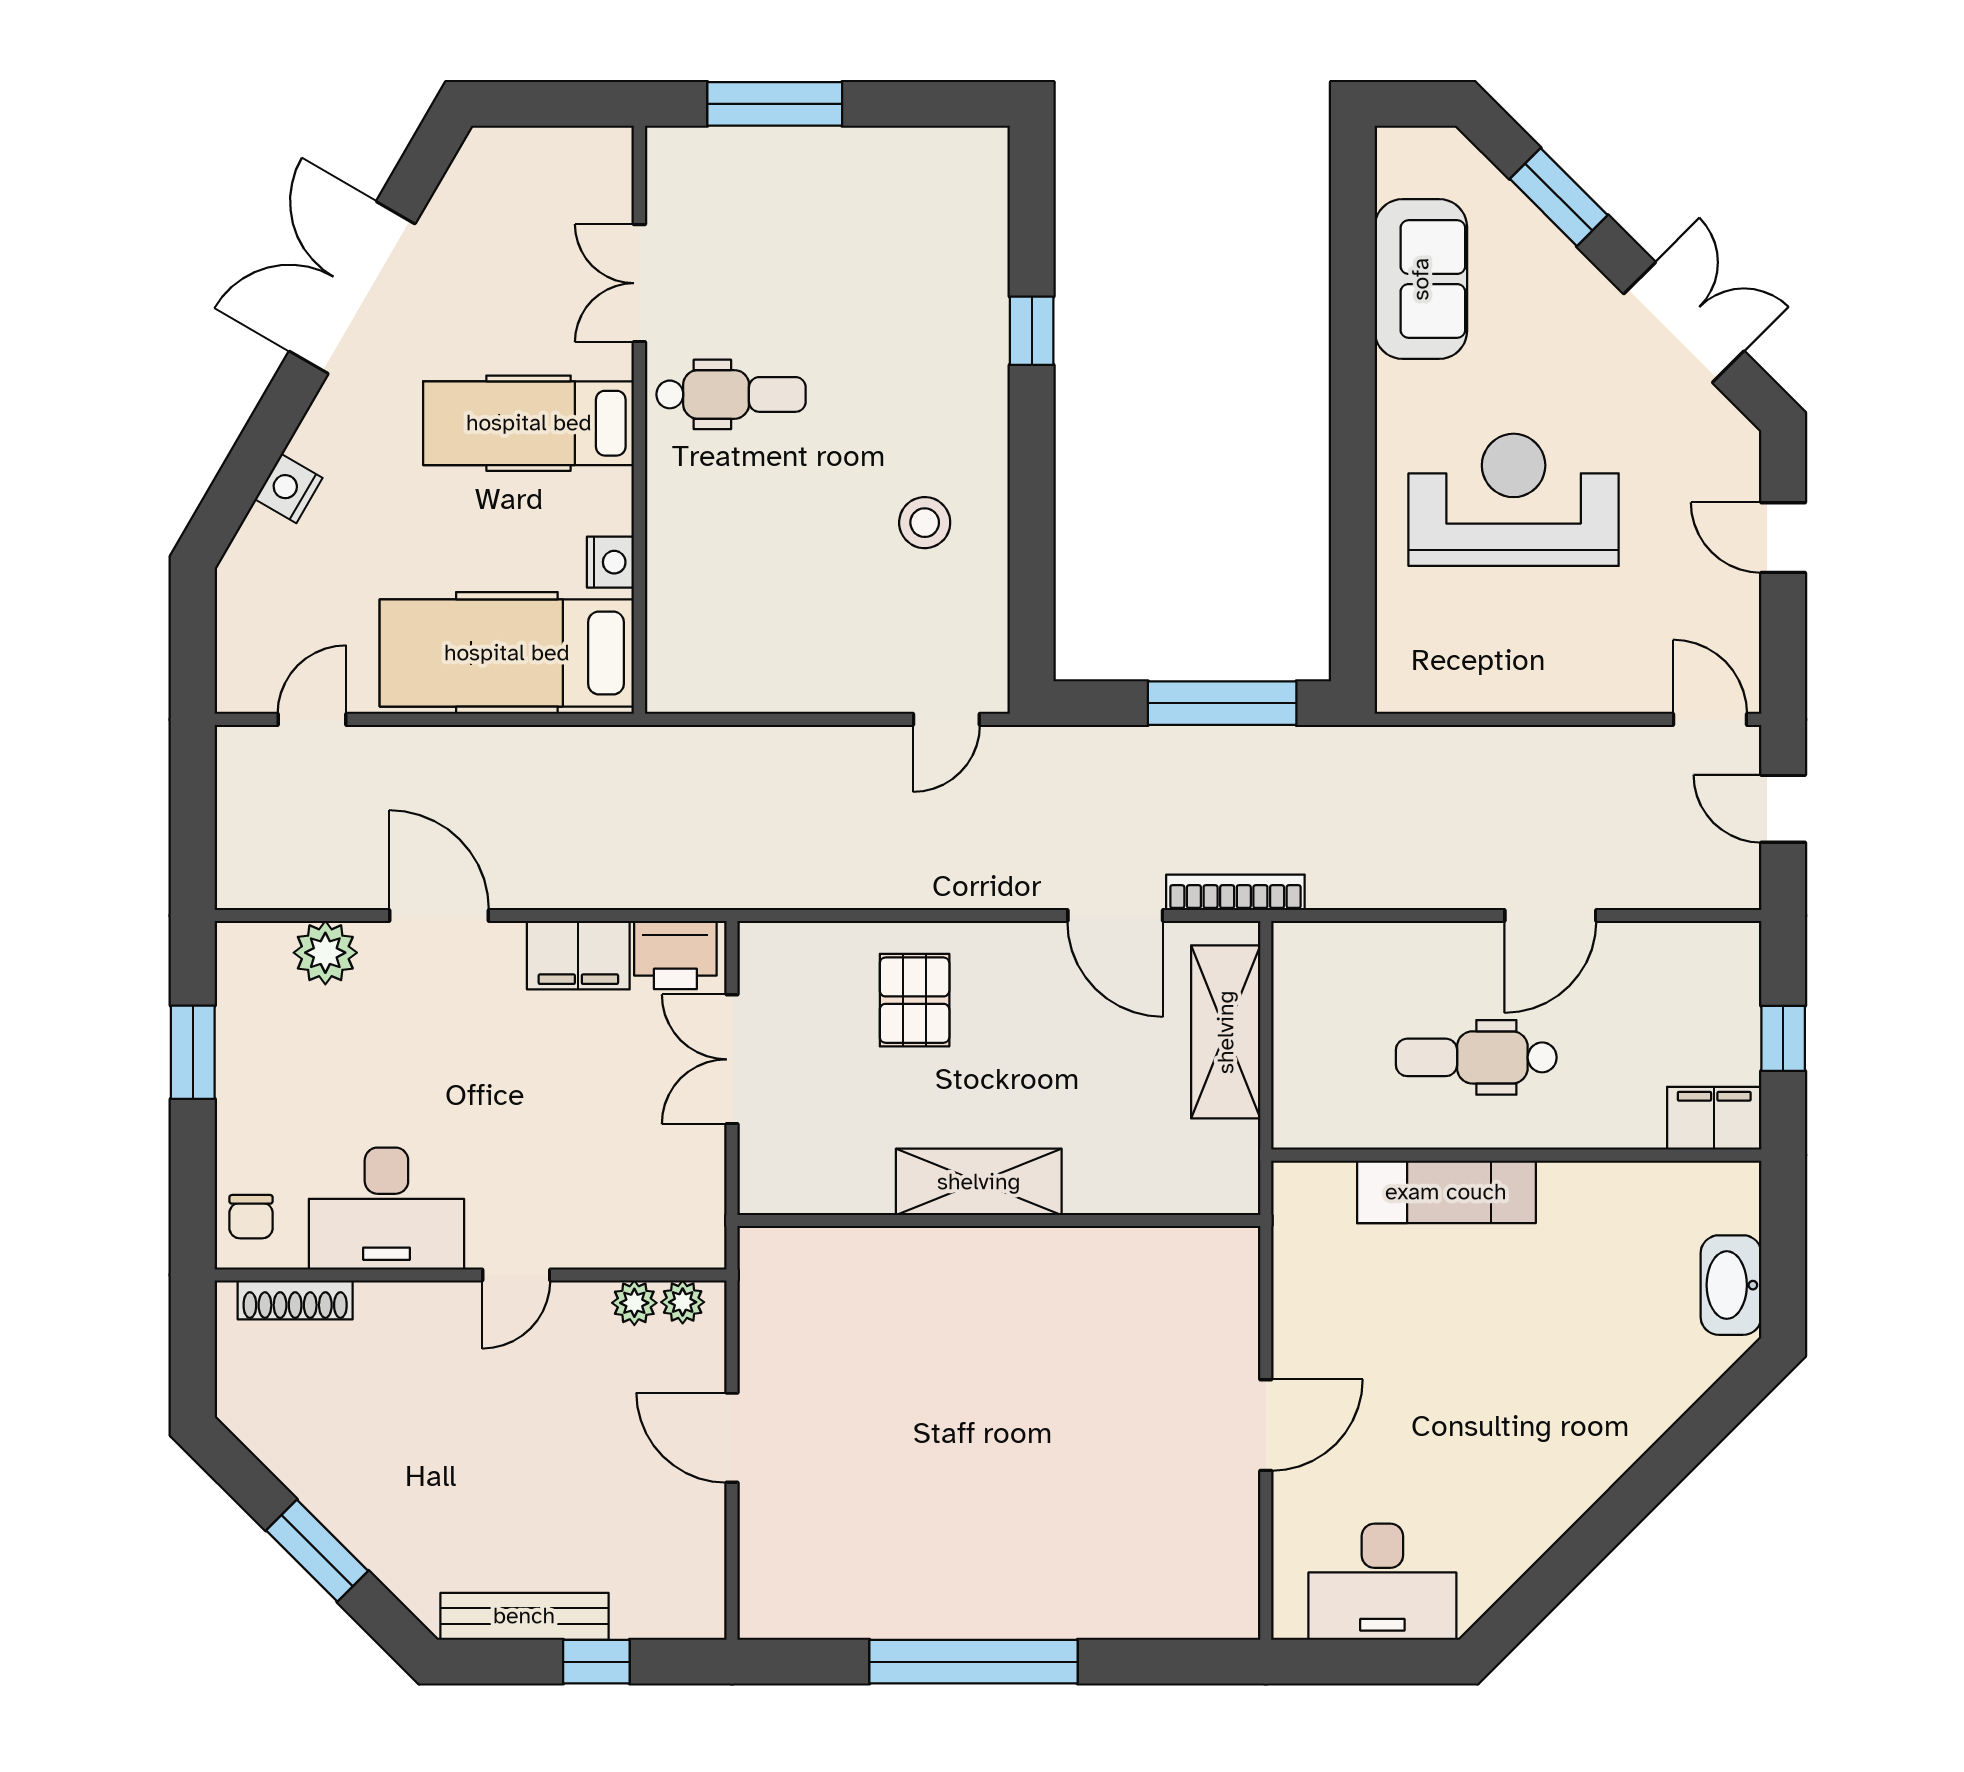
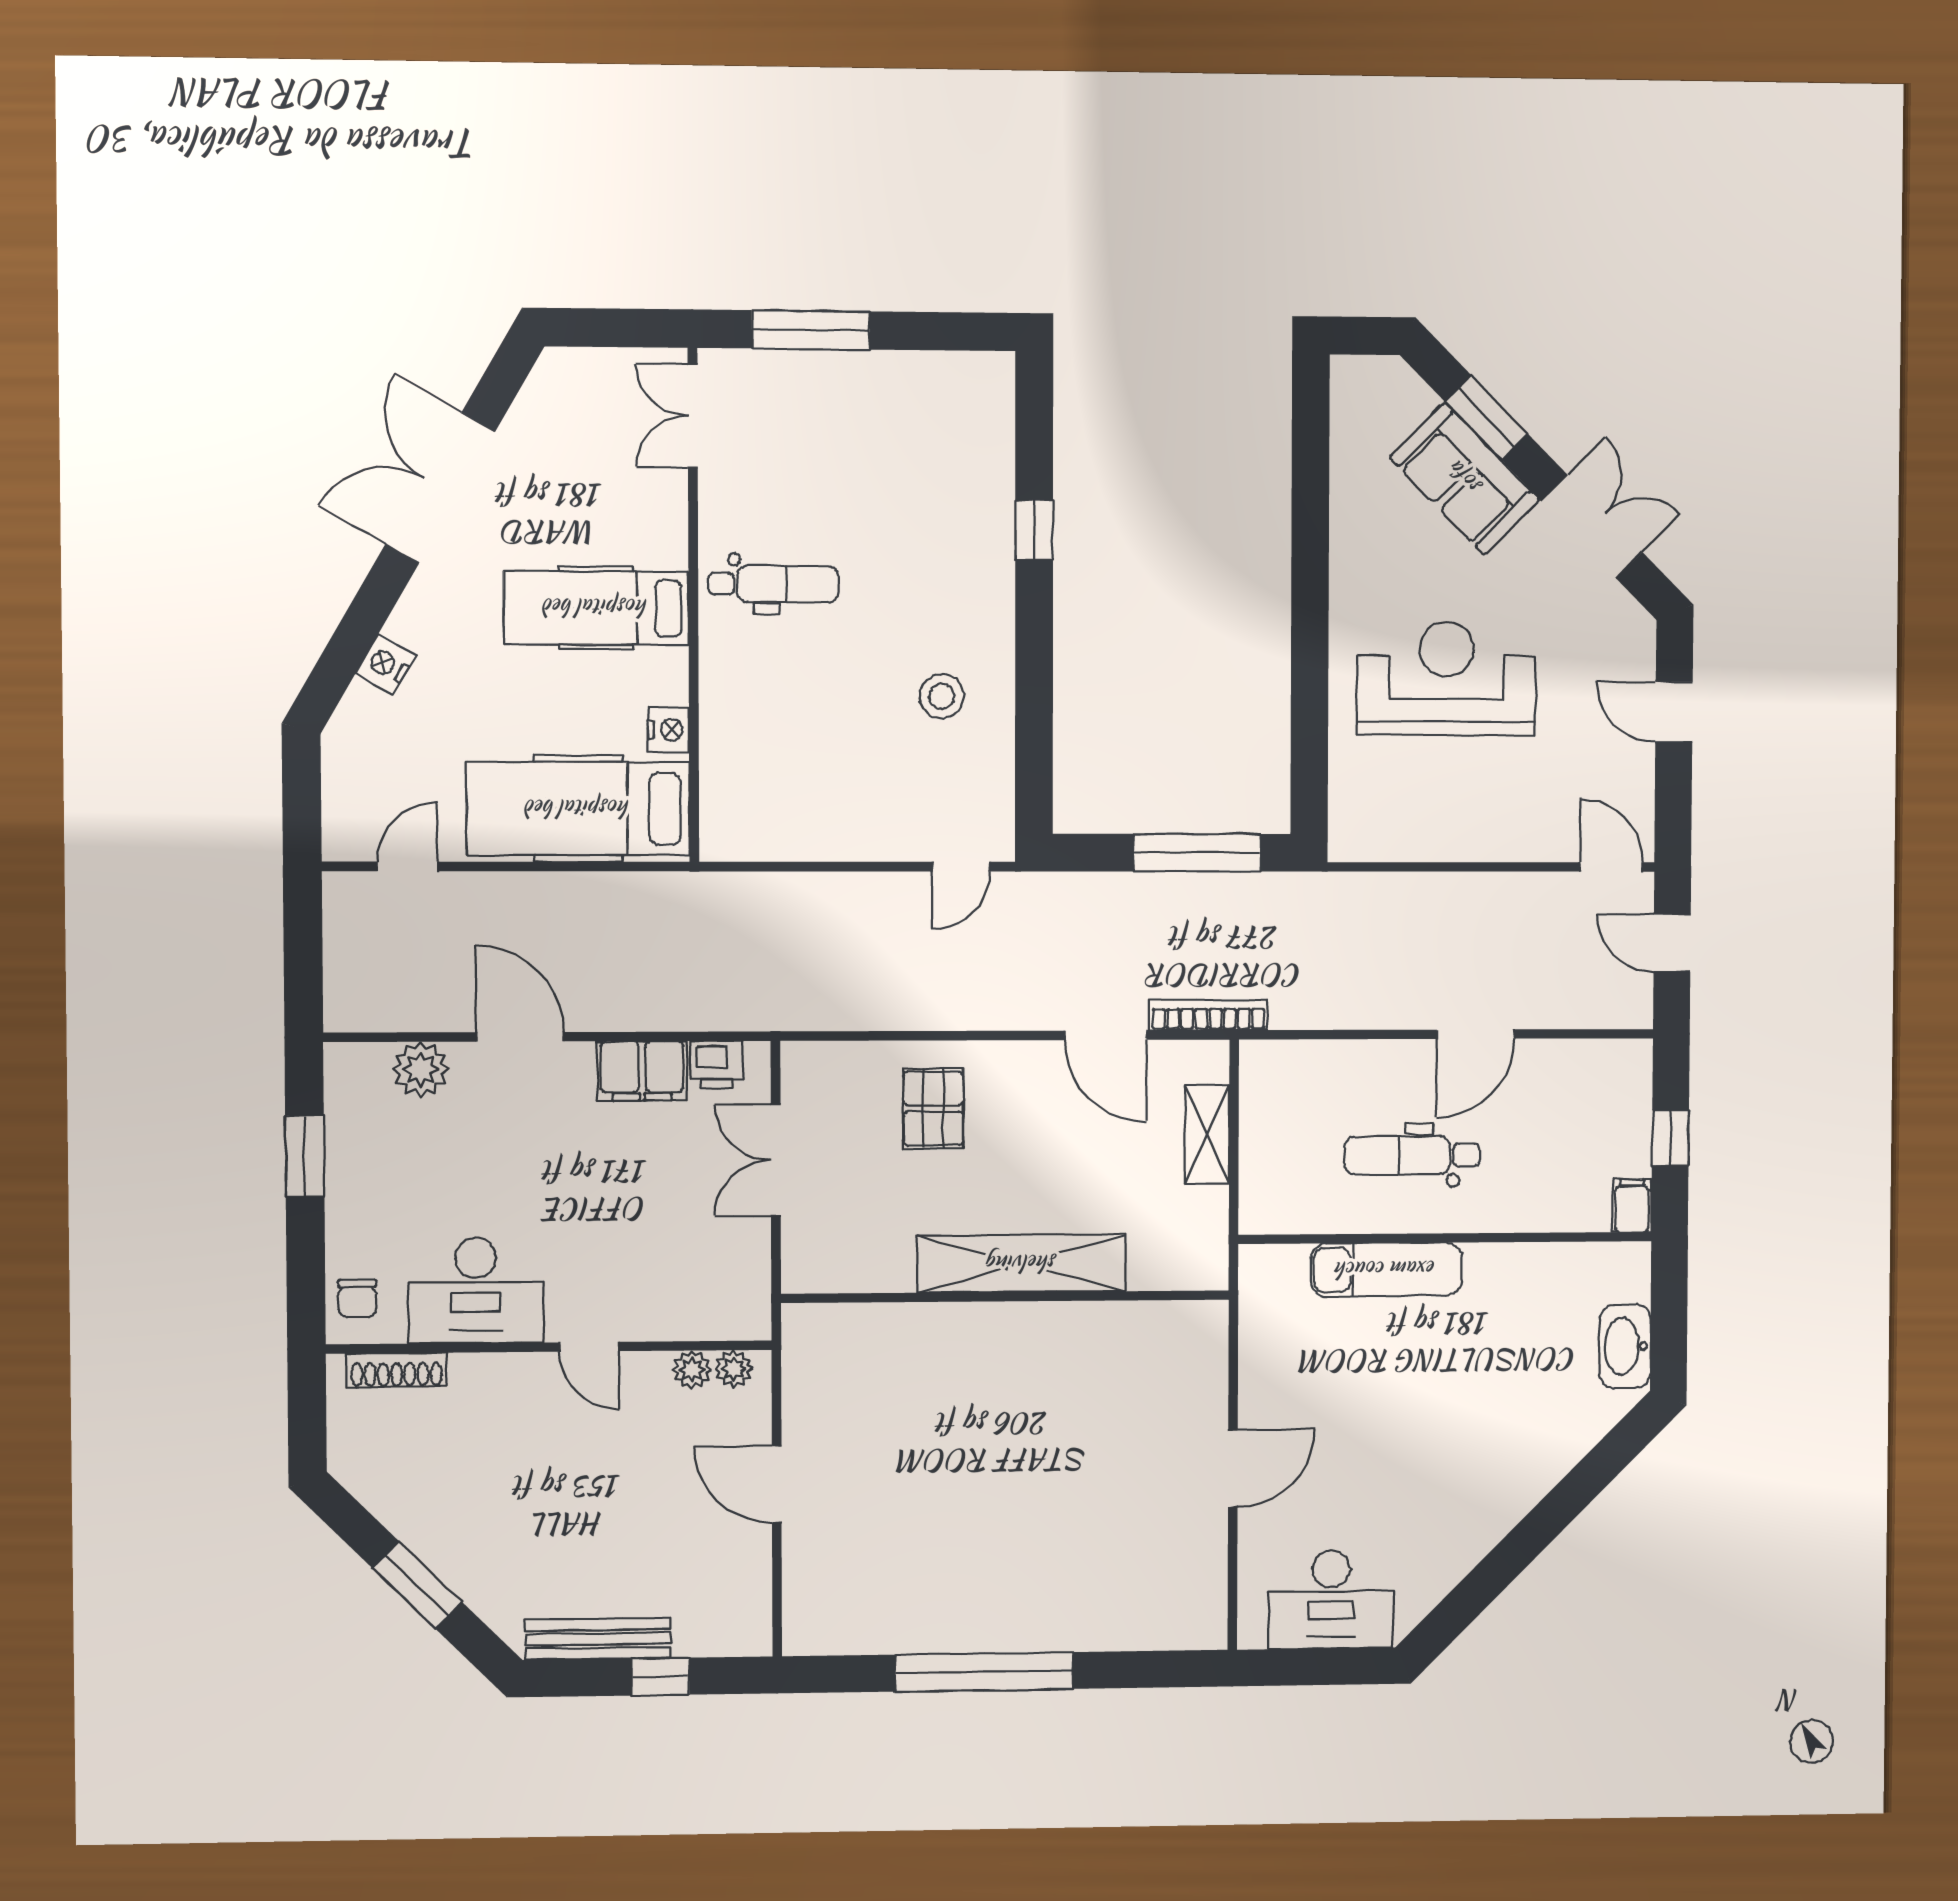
sofa: (1421, 279) -> (1465, 479), moved, turned 135
double door: (639, 283) -> (693, 416), moved
printer: (675, 955) -> (717, 1065), width x0.73, depth x0.81
shelving: (1226, 1032) -> (1207, 1134), width x0.67, depth x0.75
filing cabinet: (1714, 1118) -> (1632, 1206), width x0.50
shelving: (979, 1182) -> (1022, 1264), width x1.47
door: (516, 1275) -> (589, 1347), hinge flipped

